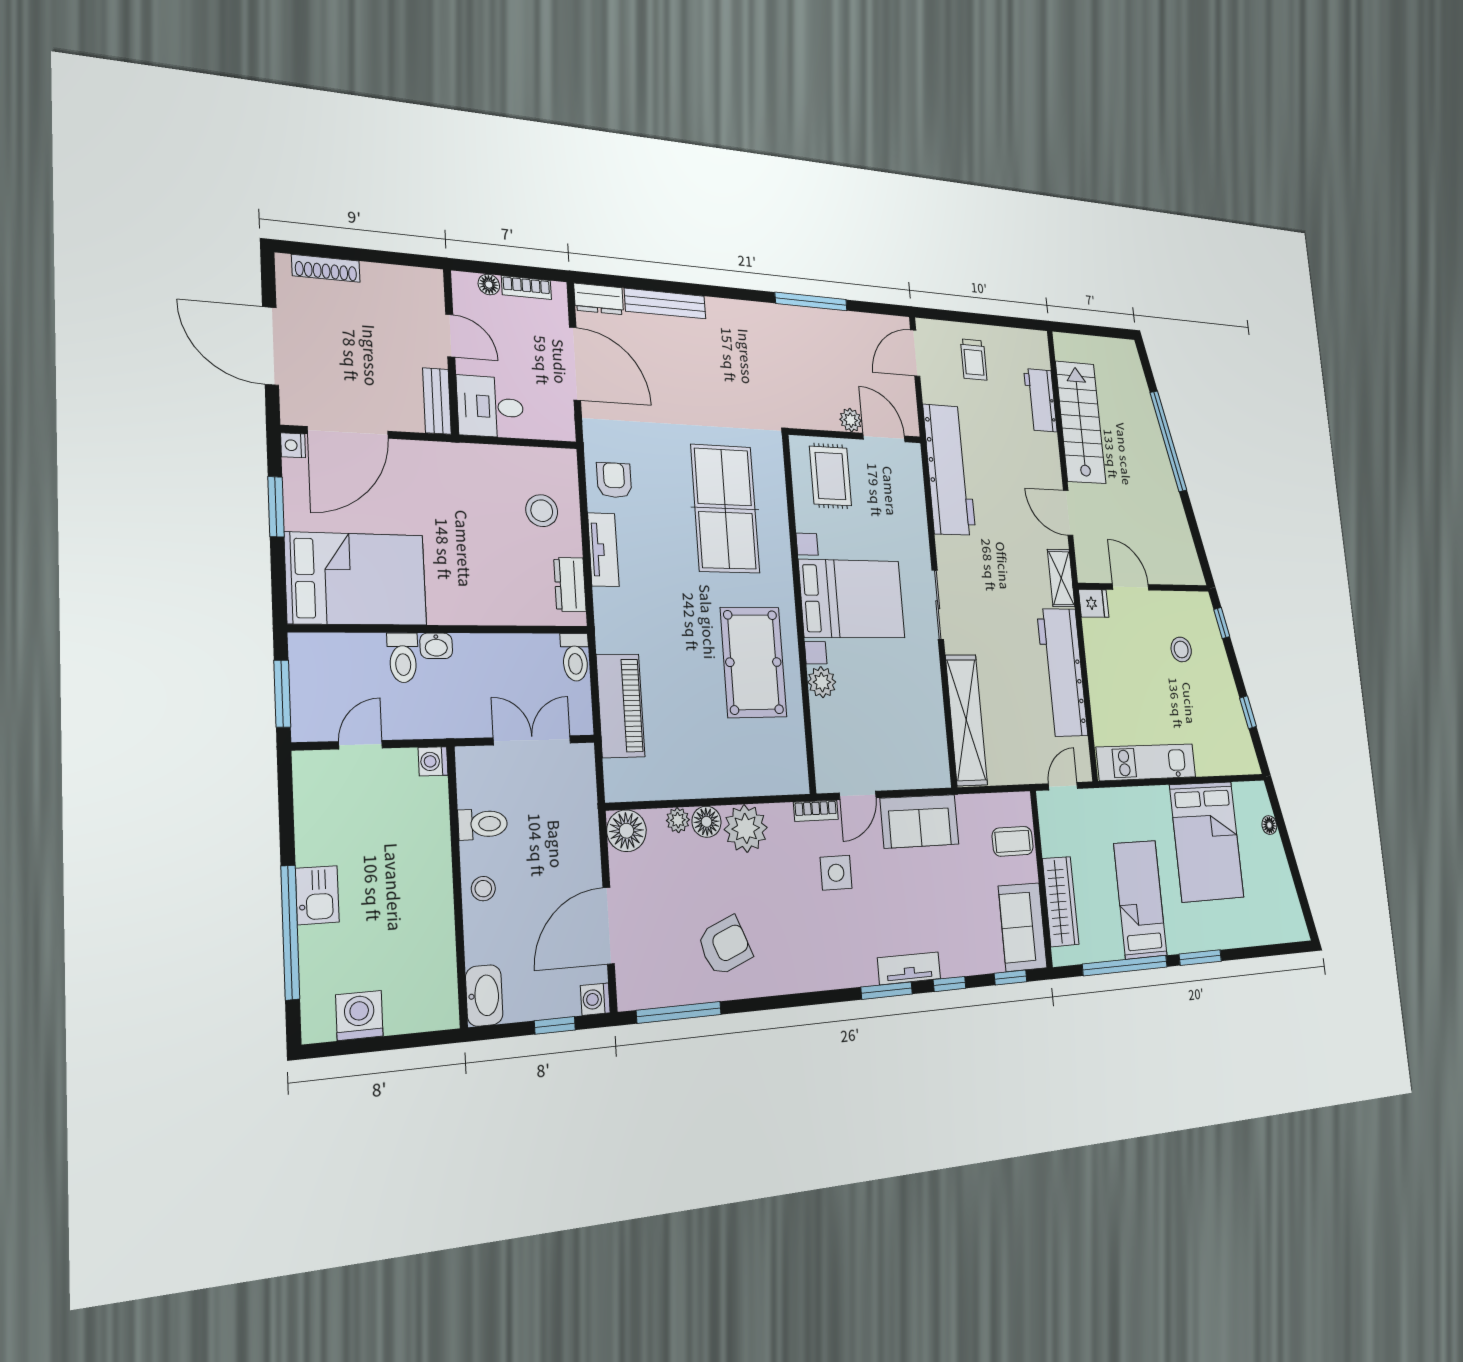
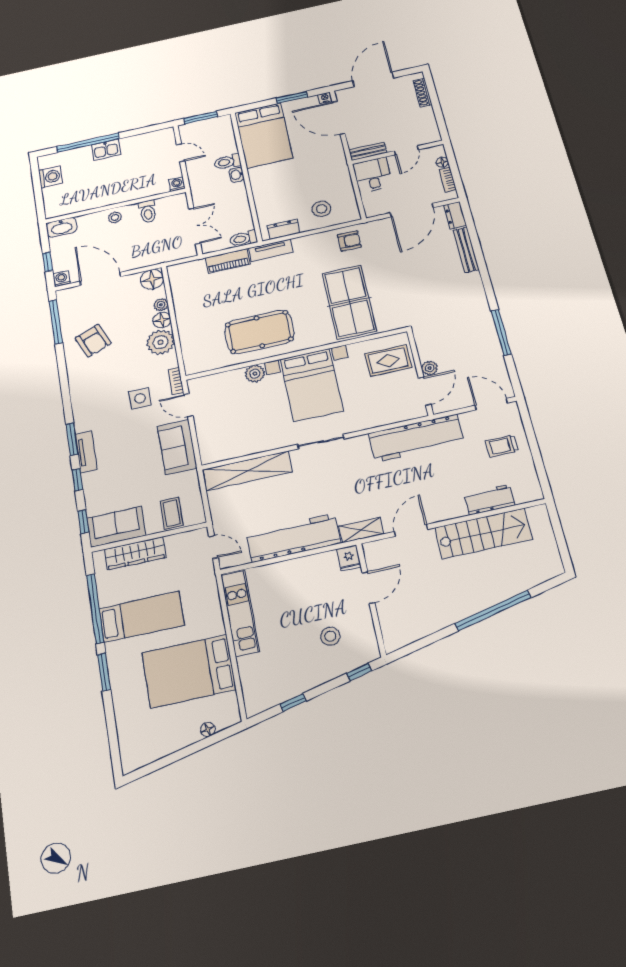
table tennis table: (725, 509) -> (349, 302), turned 90
tv unit: (603, 550) -> (271, 250), moved
piano: (621, 706) -> (228, 261), width x0.73, depth x0.75

